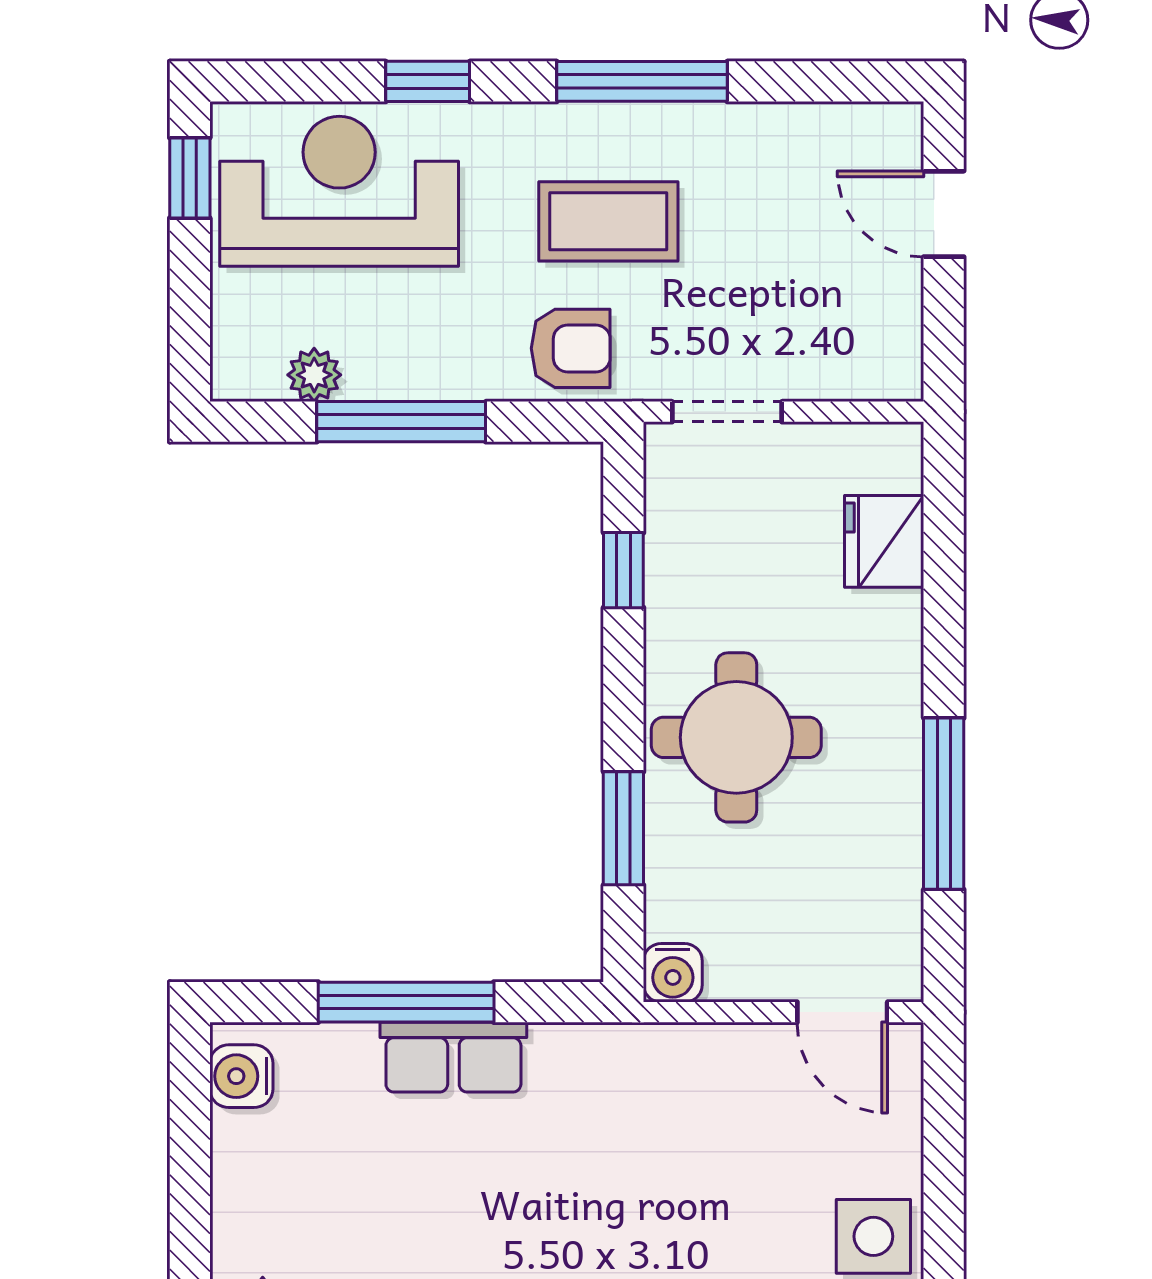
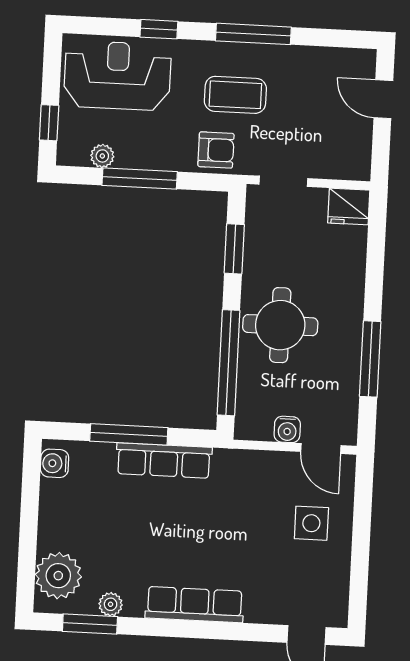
window: (190, 178) -> (49, 123), moved
fridge: (884, 541) -> (349, 207), moved, turned -90
window: (623, 570) -> (234, 249), width x1.50
window: (623, 828) -> (228, 363), width x2.11
water cooler: (673, 973) -> (287, 429), moved
row of seats: (453, 1057) -> (164, 460), width x1.48
side table: (873, 1236) -> (311, 523), moved

